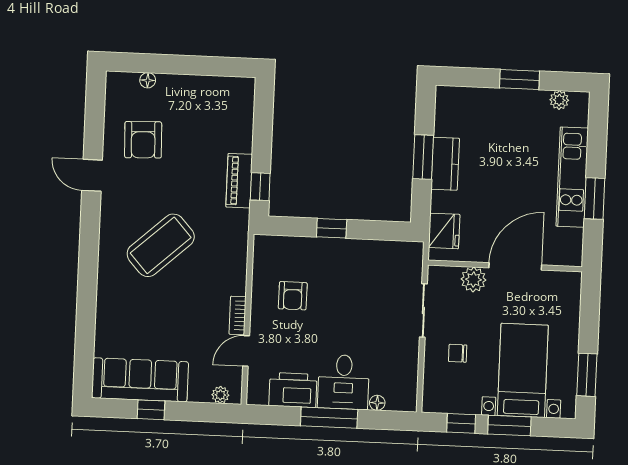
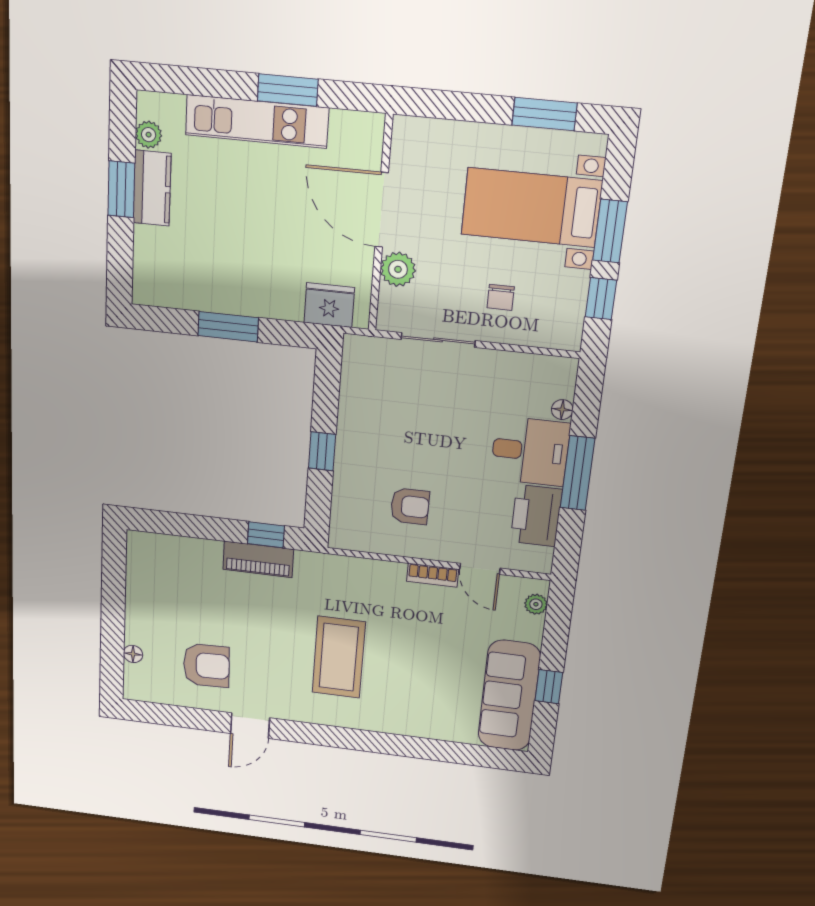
kitchen counter: (445, 164) -> (152, 188), moved, turned 90
coffee table: (161, 245) -> (339, 657), turned 42

